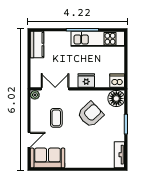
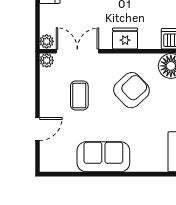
plant: (35, 82) -> (47, 41), added
sofa: (48, 158) -> (103, 157), moved

